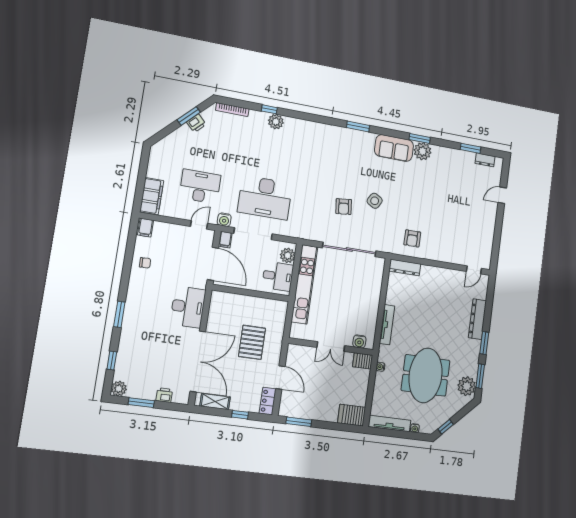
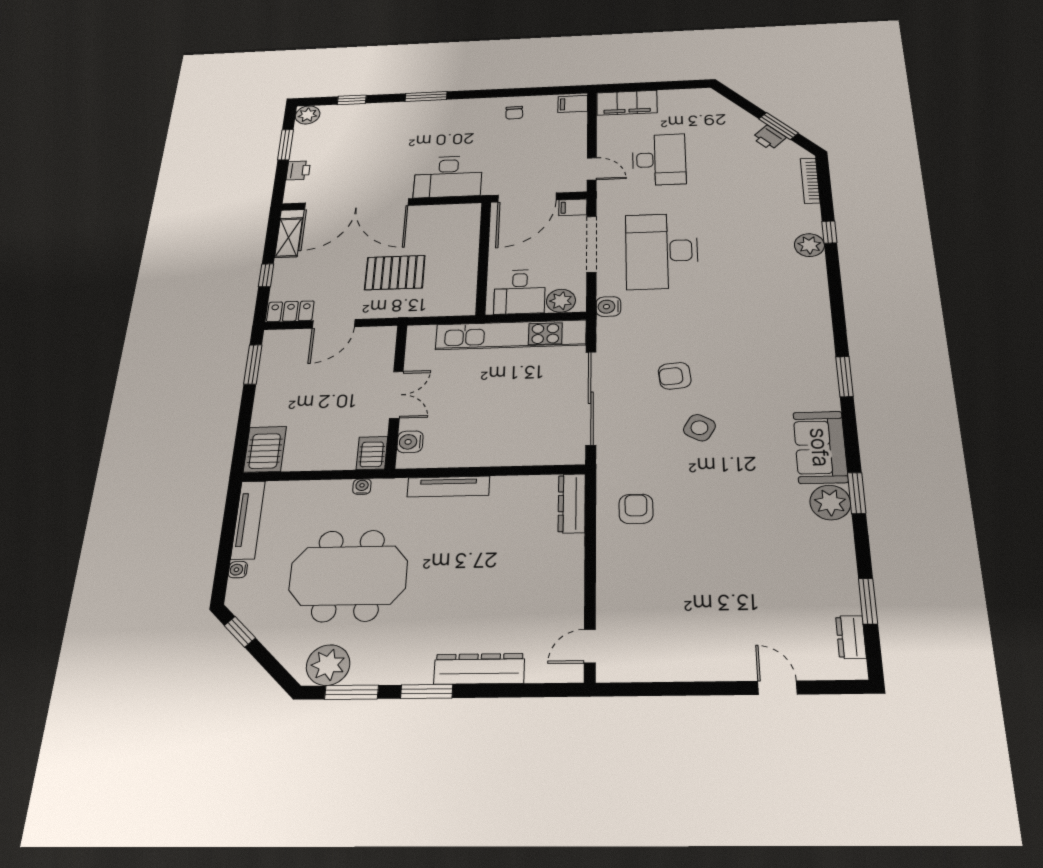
water cooler: (224, 220) -> (608, 307), moved
armchair: (412, 238) -> (636, 509), turned 90
door: (474, 270) -> (590, 646), hinge flipped
double door: (331, 347) -> (396, 395), swing flipped

